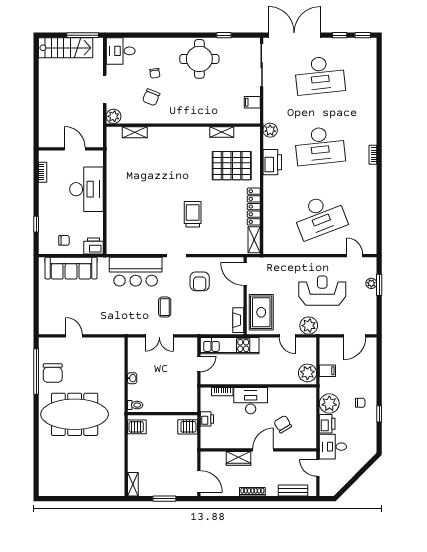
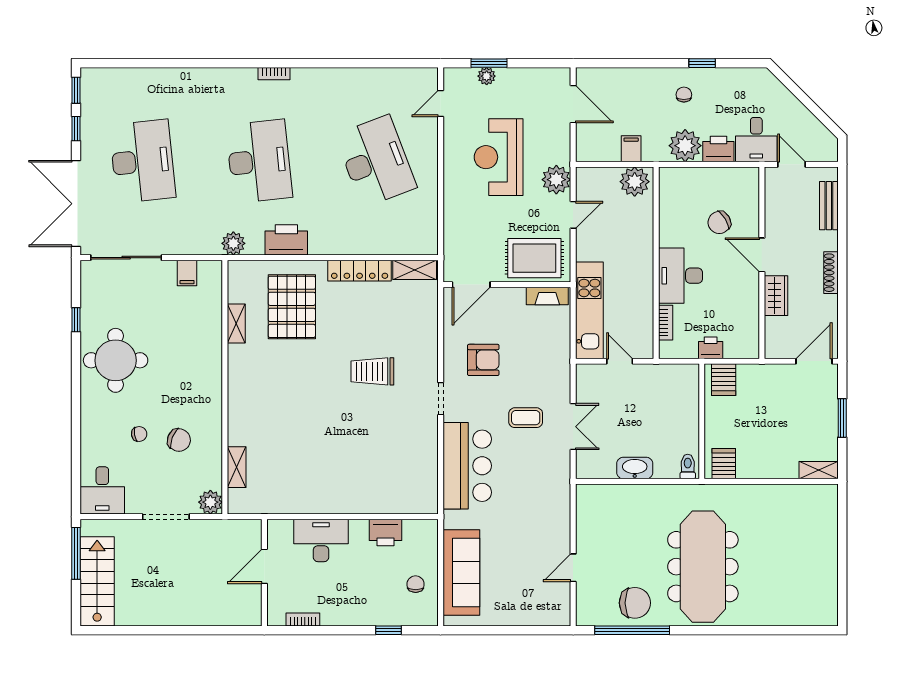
desk: (87, 189) -> (321, 540), width x0.73, depth x0.77
printer: (94, 246) -> (386, 533), moved, turned -90
washbasin: (132, 378) -> (635, 468), width x1.91, depth x1.45
door: (318, 468) -> (791, 164), swing flipped

